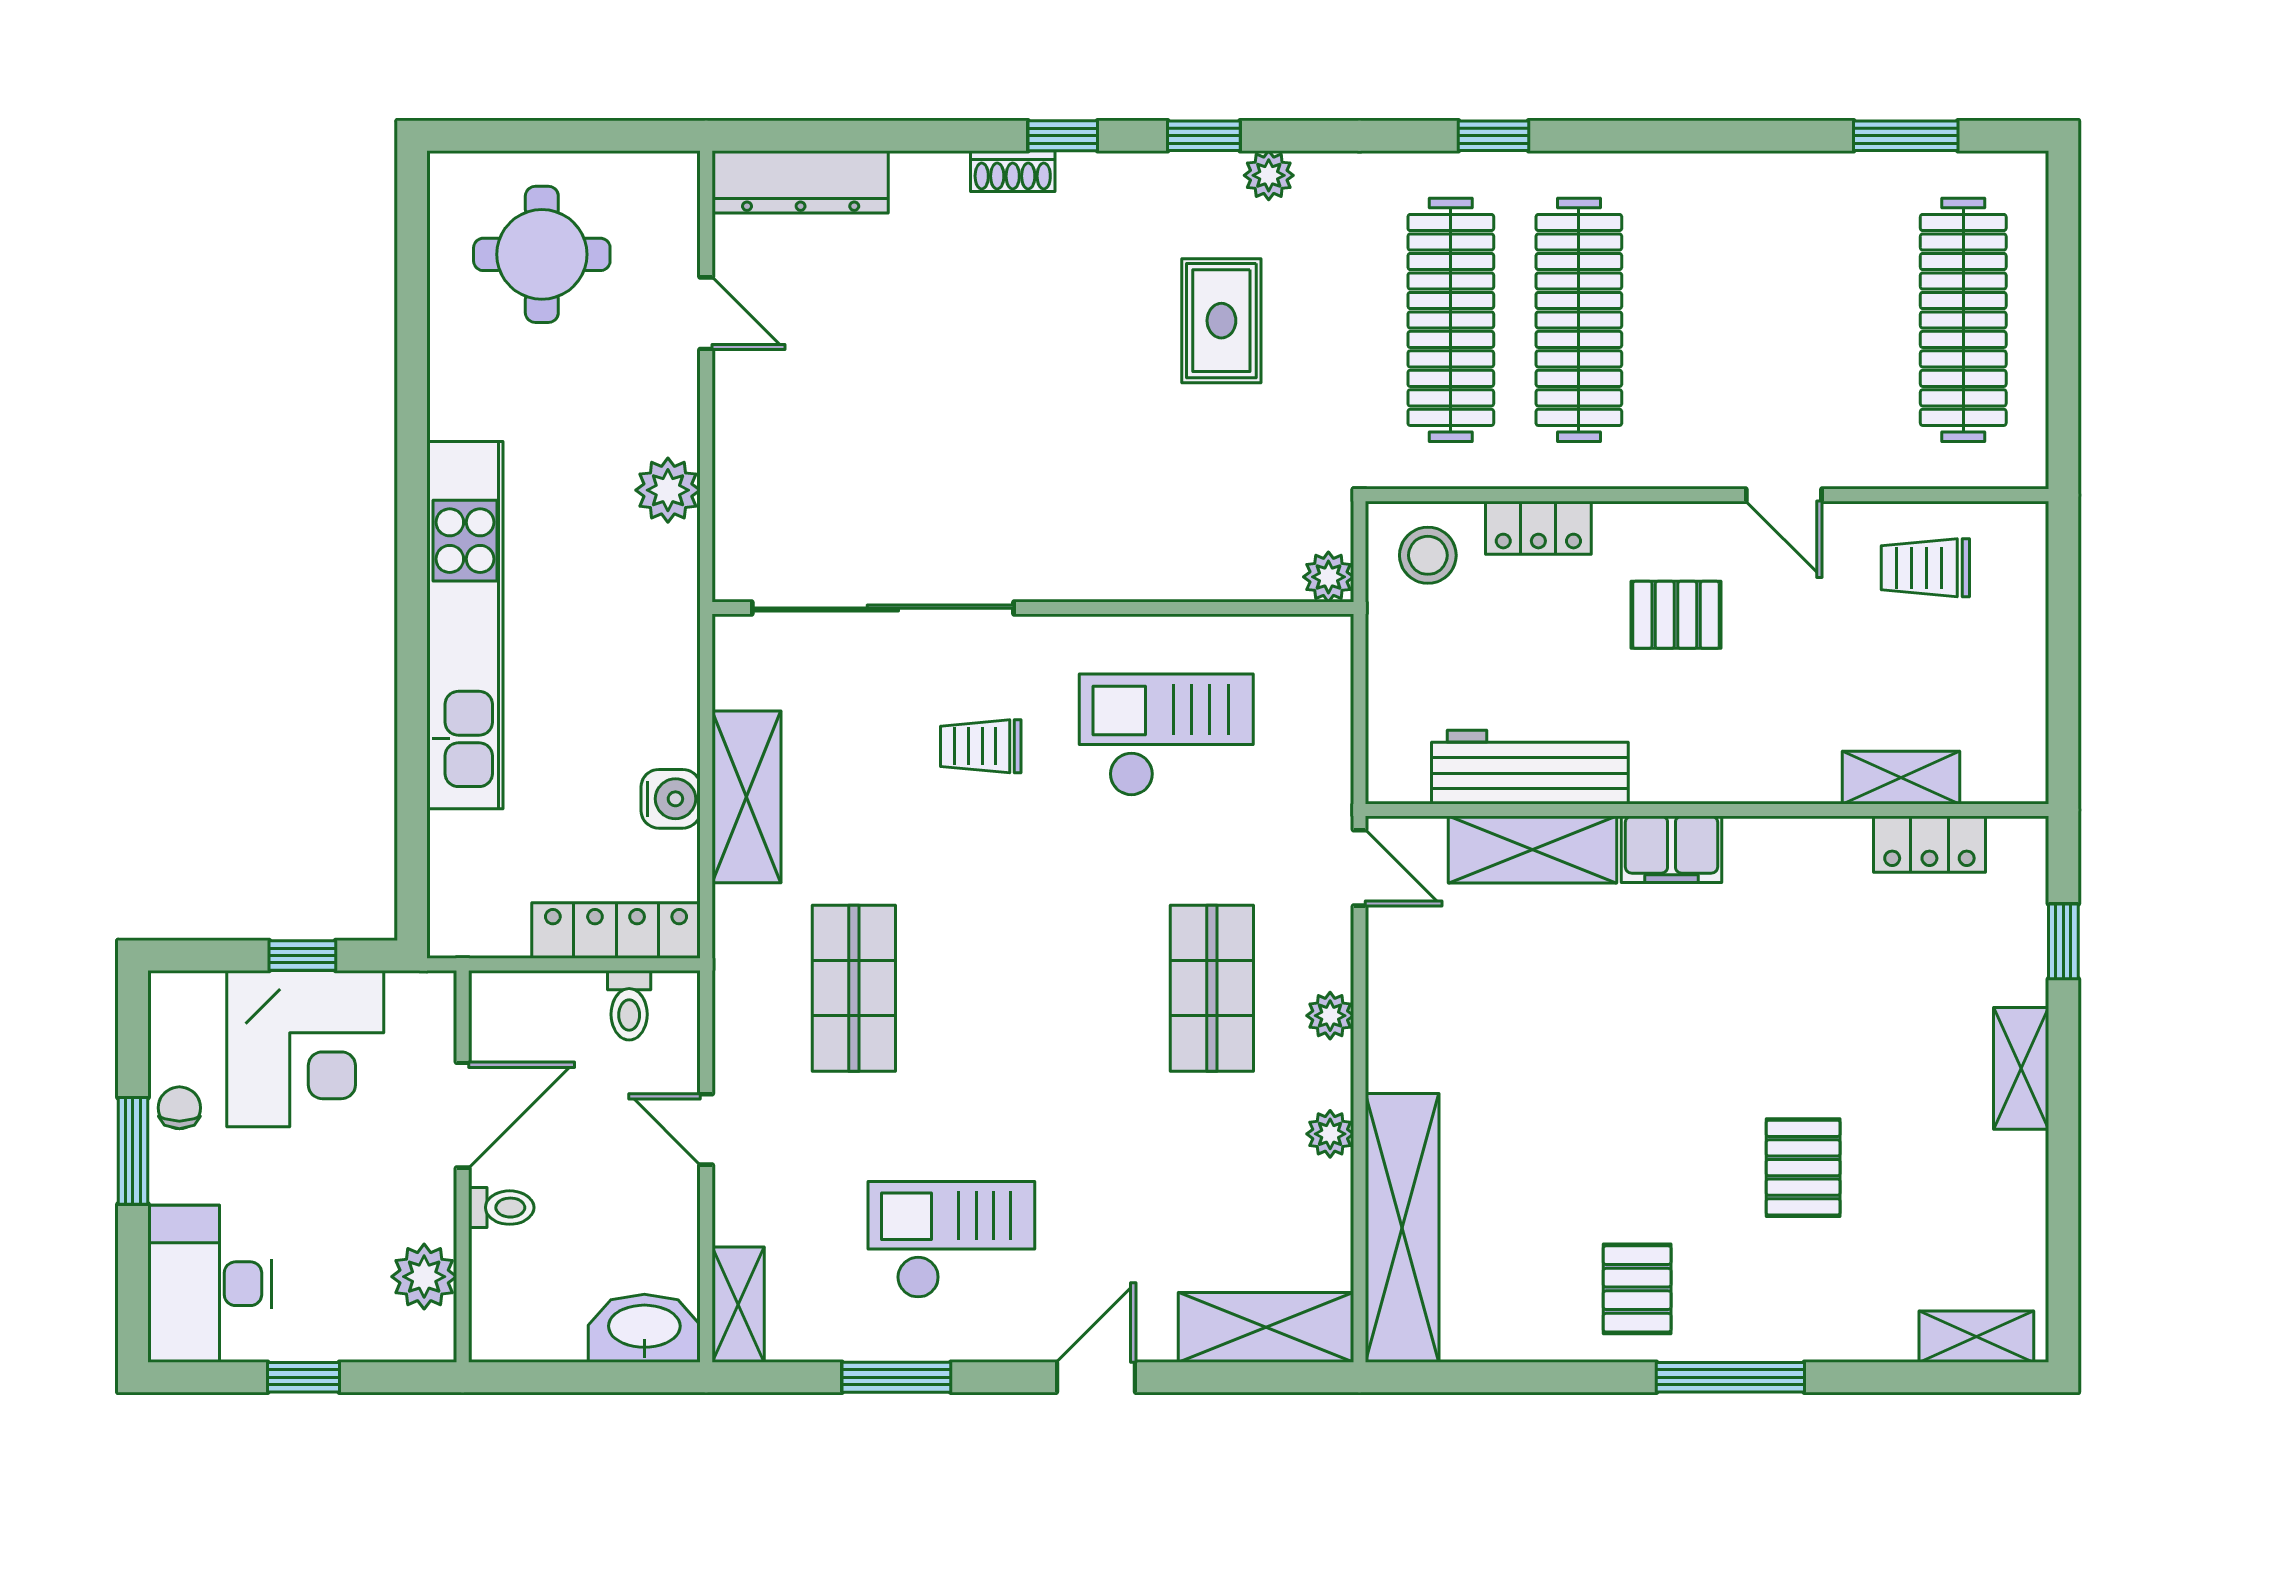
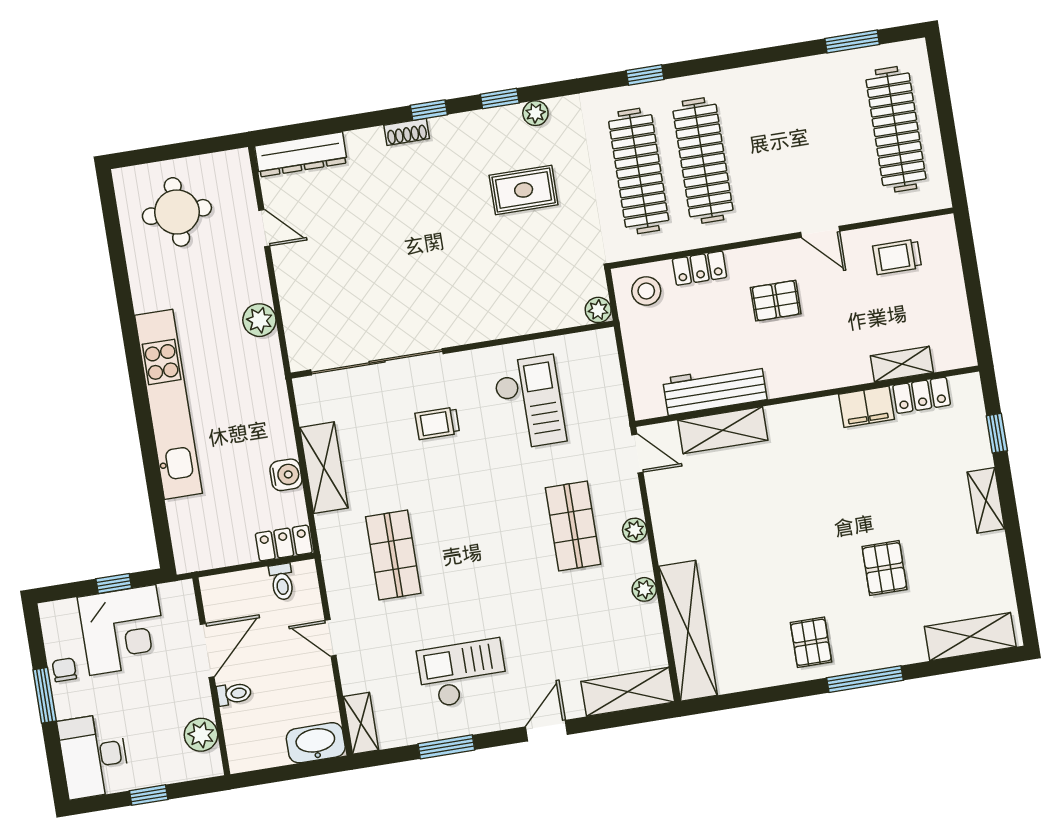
rug: (1221, 321) -> (524, 190), turned 90
checkout: (1166, 735) -> (529, 402), turned 90
filing cabinet: (1672, 849) -> (866, 407), moved
locker: (616, 931) -> (284, 543), width x0.66
shelving: (1976, 1337) -> (970, 637), width x1.50, depth x1.33

